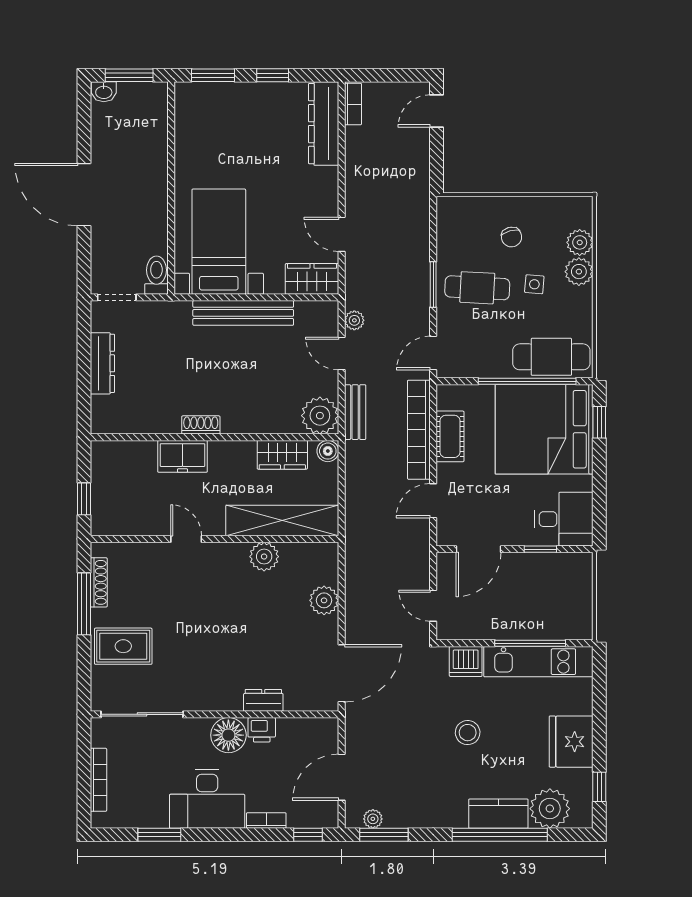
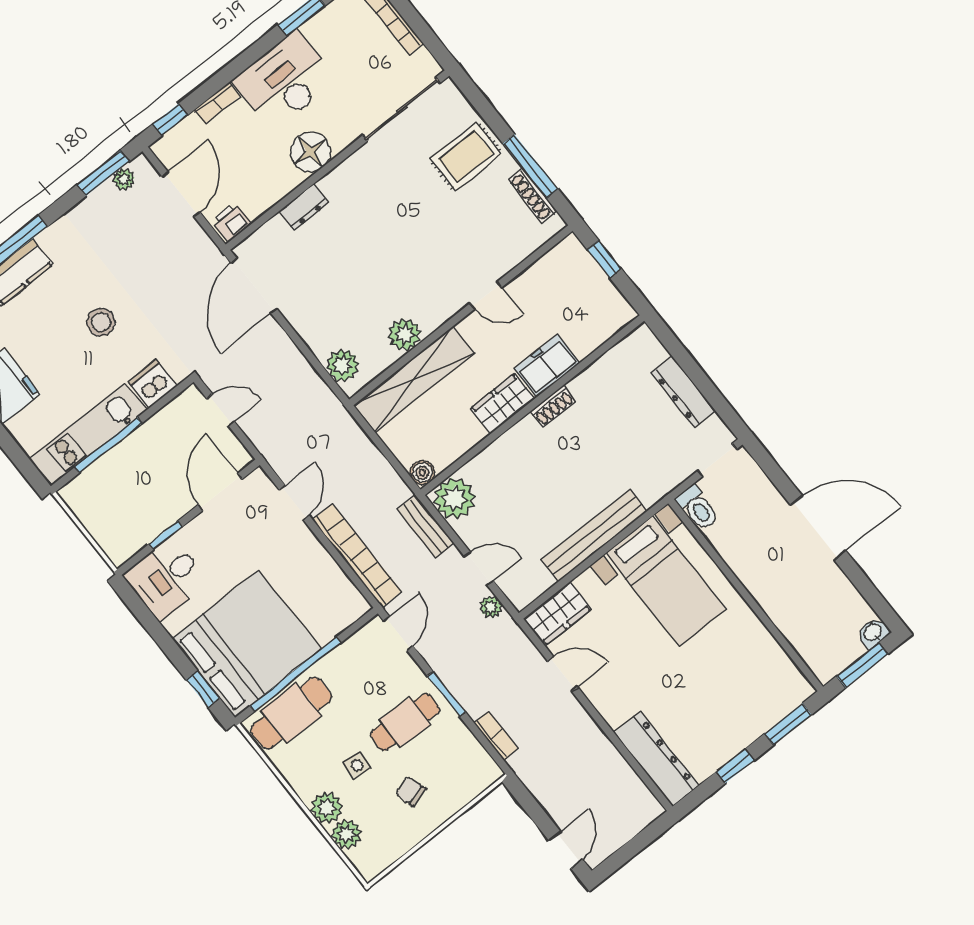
bookcase: (353, 104) -> (496, 736), moved, turned 180
cot: (450, 436) -> (325, 572), removed
wardrobe: (282, 455) -> (502, 404), moved
plant: (324, 600) -> (343, 365), moved
printer: (262, 730) -> (231, 222), moved

